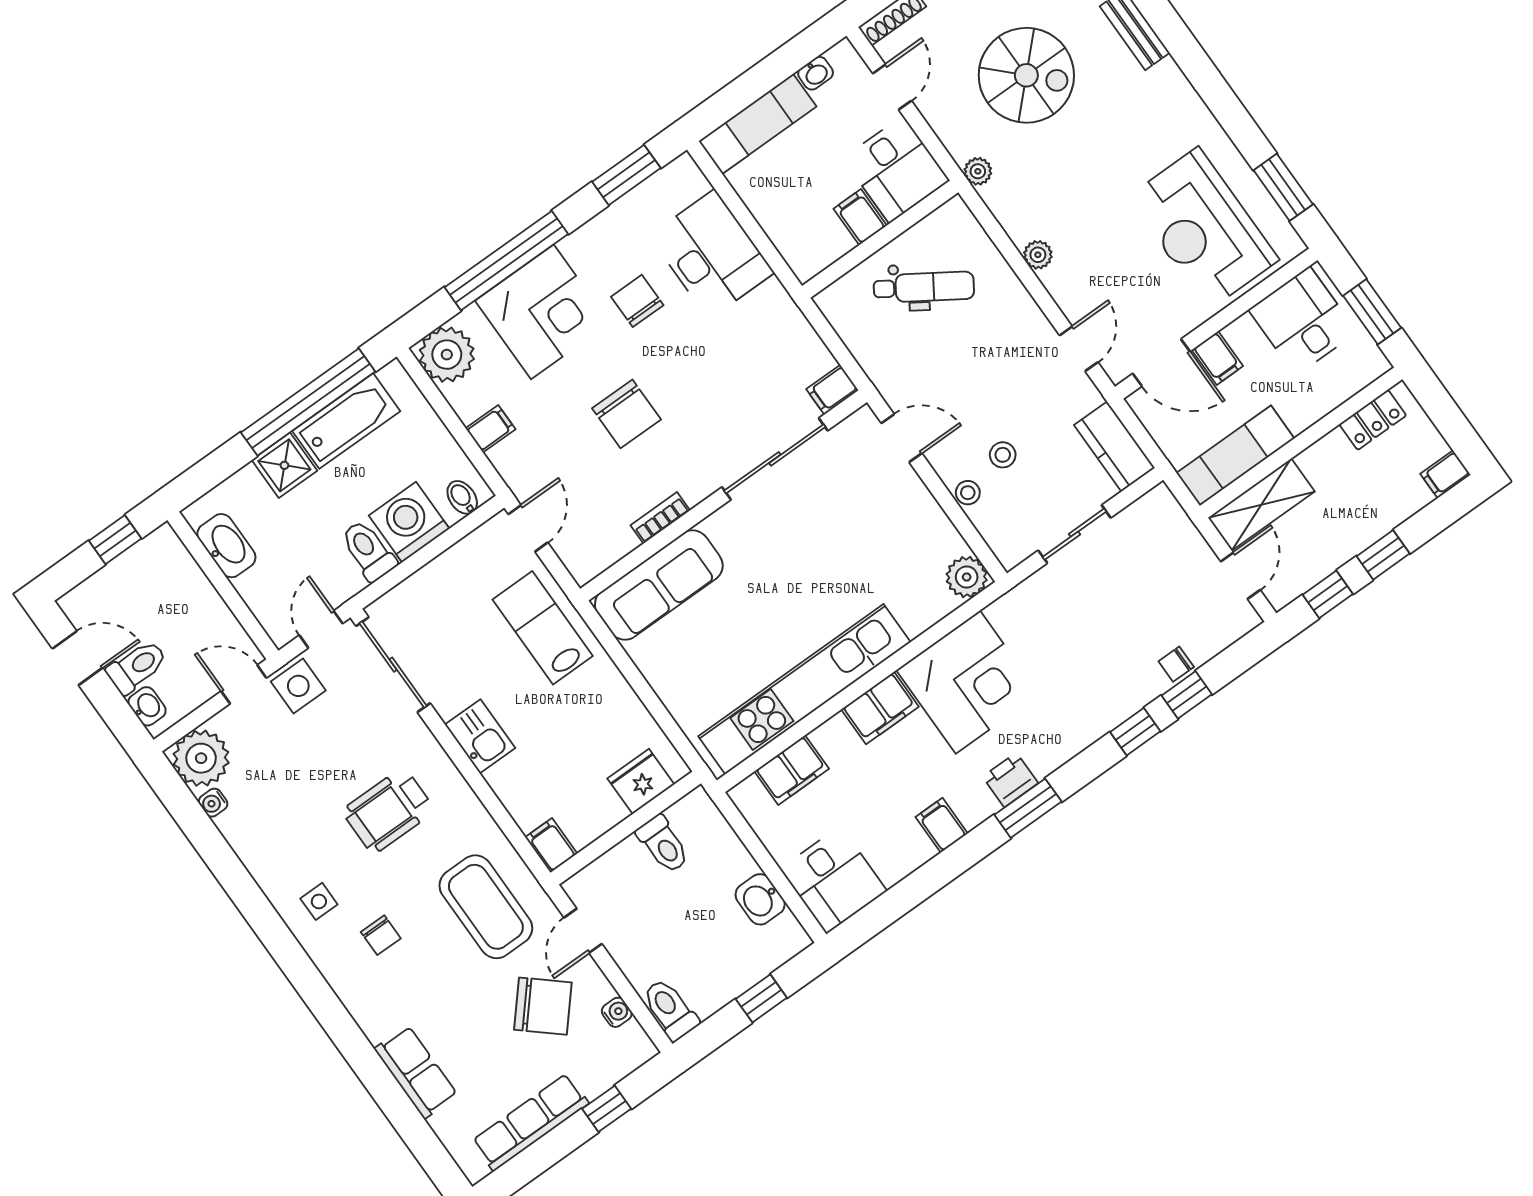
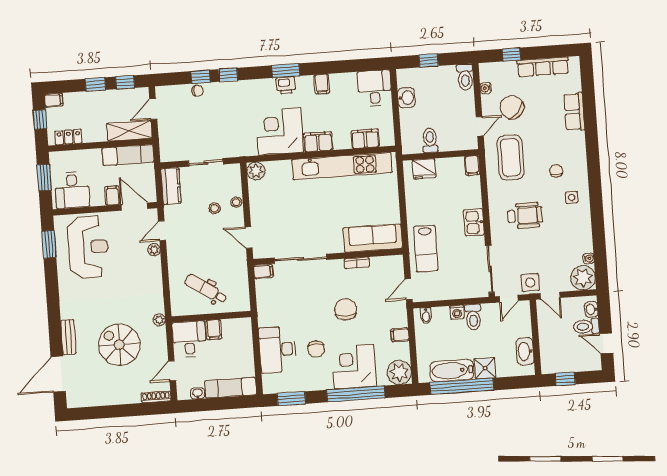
plant: (1038, 255) -> (154, 250), moved
window: (1449, 420) -> (40, 119), added
washing machine: (409, 522) -> (457, 312), width x0.53, depth x0.53

